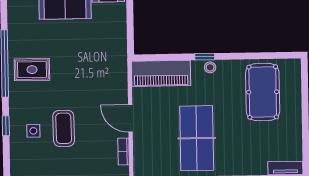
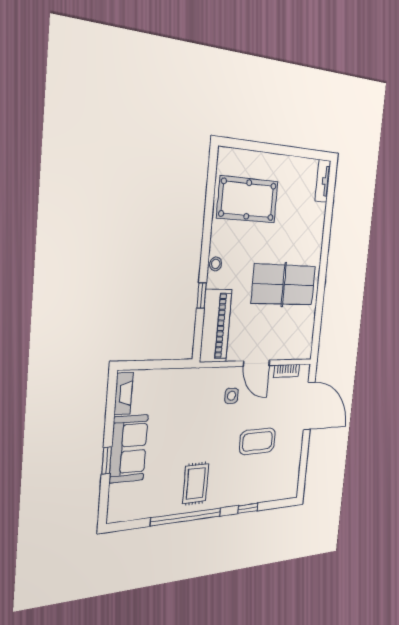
window: (205, 57) -> (201, 296), moved
door: (130, 118) -> (256, 363), hinge flipped
side table: (33, 131) -> (231, 396), moved

